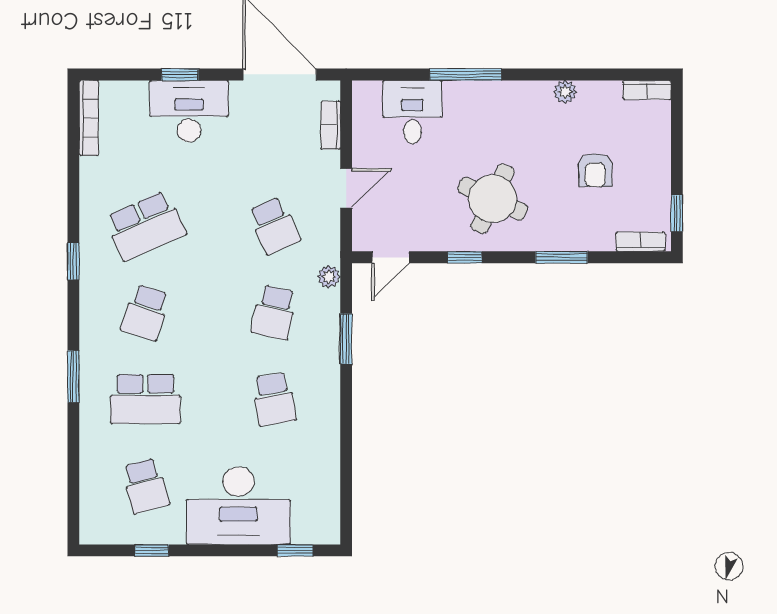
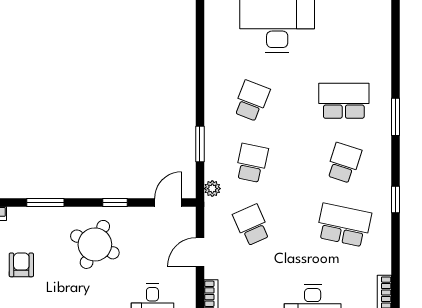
school desk: (145, 226) -> (344, 225), turned 36
school desk: (274, 399) -> (252, 101), turned 30
school desk: (145, 486) -> (344, 38), removed

